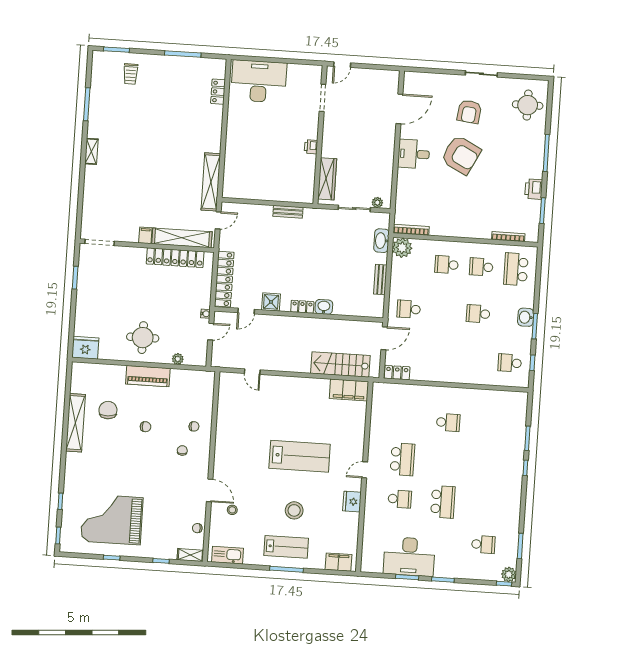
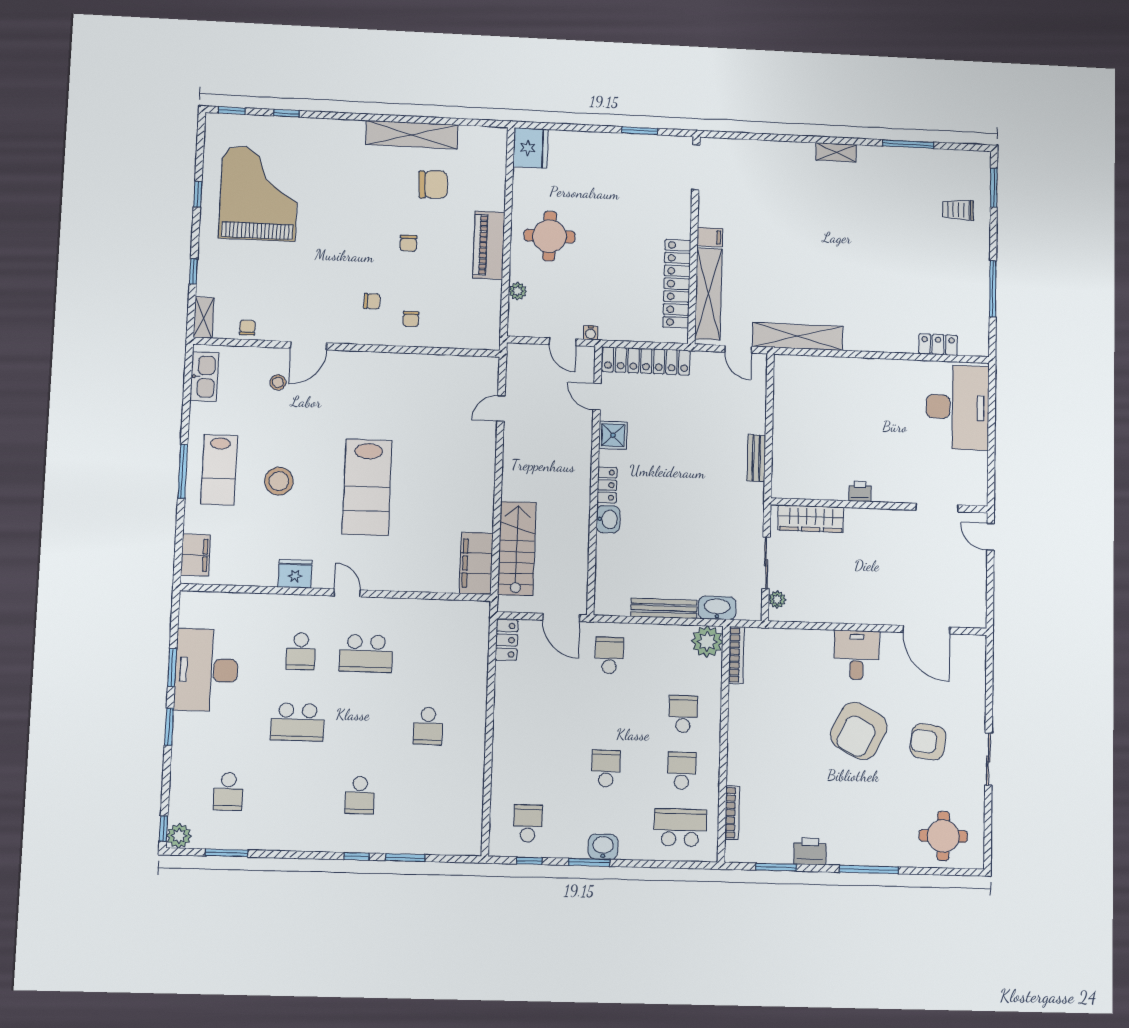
bench: (380, 279) -> (664, 608), width x1.36
school desk: (489, 465) -> (360, 795), added

